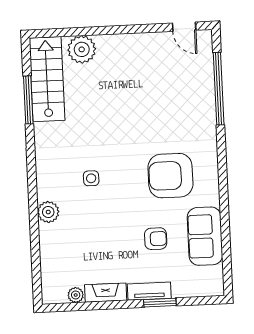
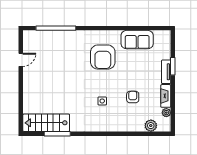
door: (184, 27) -> (21, 60), moved
plant: (82, 49) -> (31, 103), removed
plant: (48, 212) -> (151, 126), moved
armchair: (156, 239) -> (133, 97), moved

